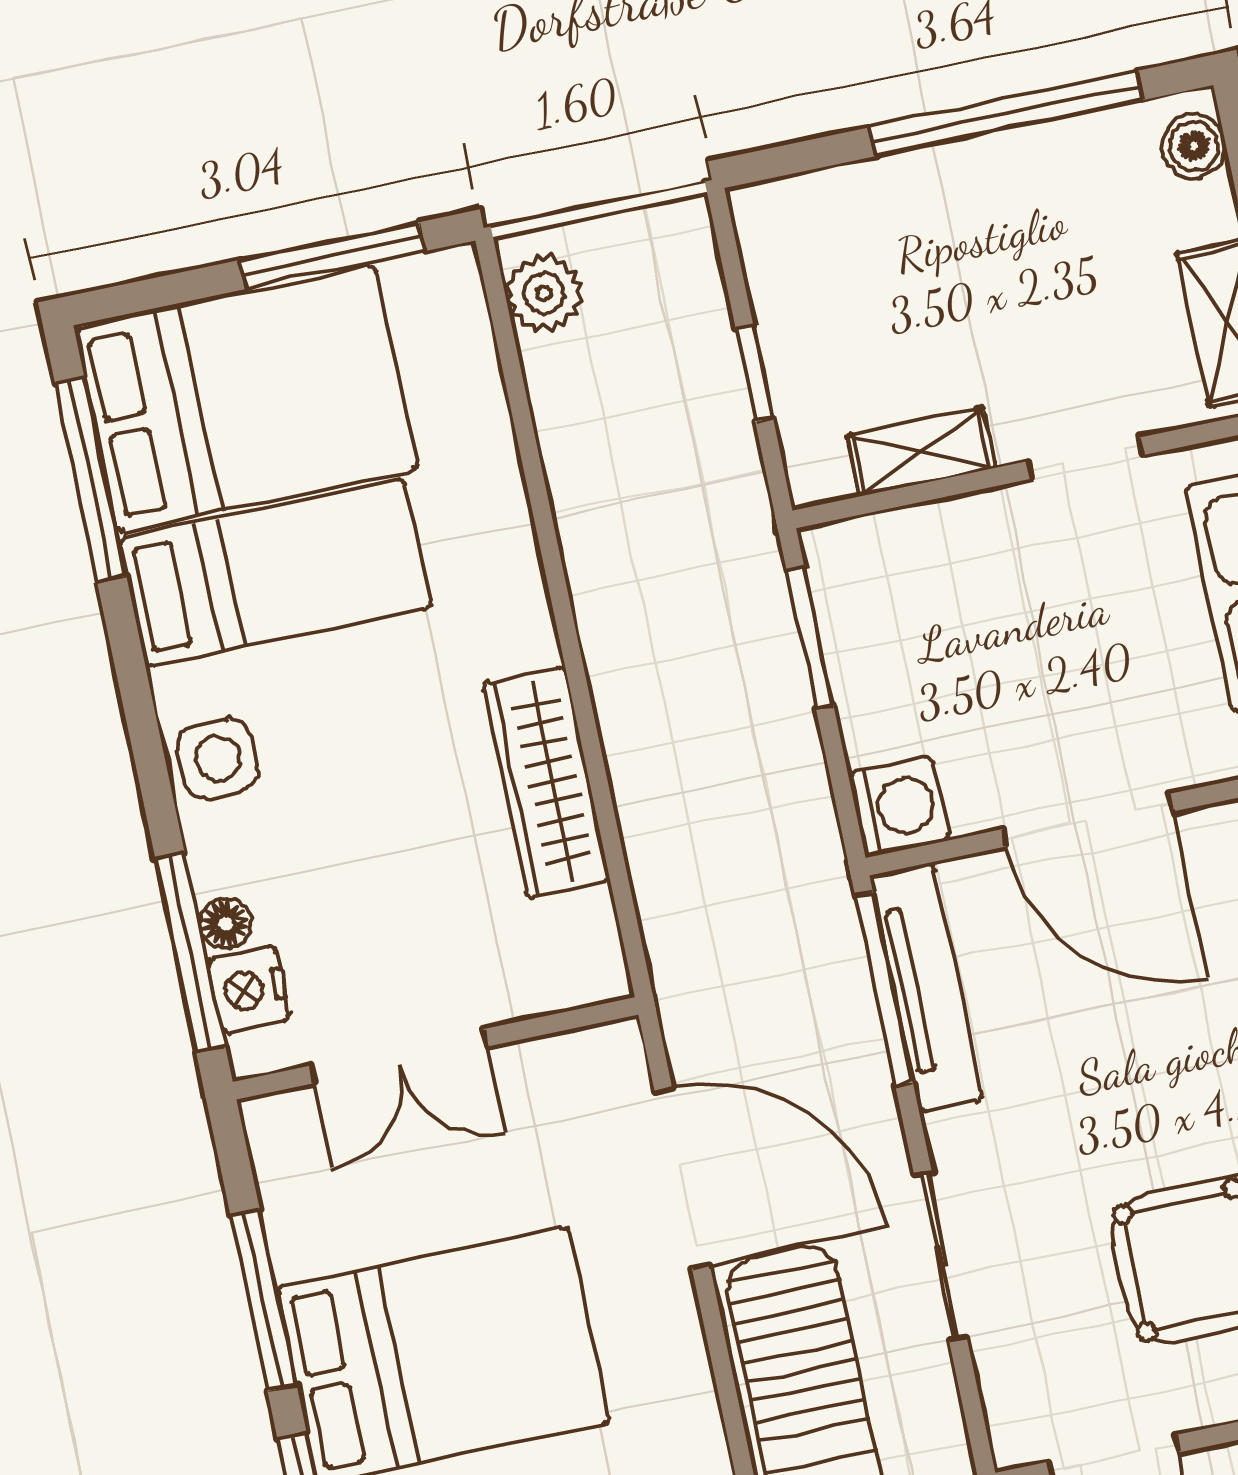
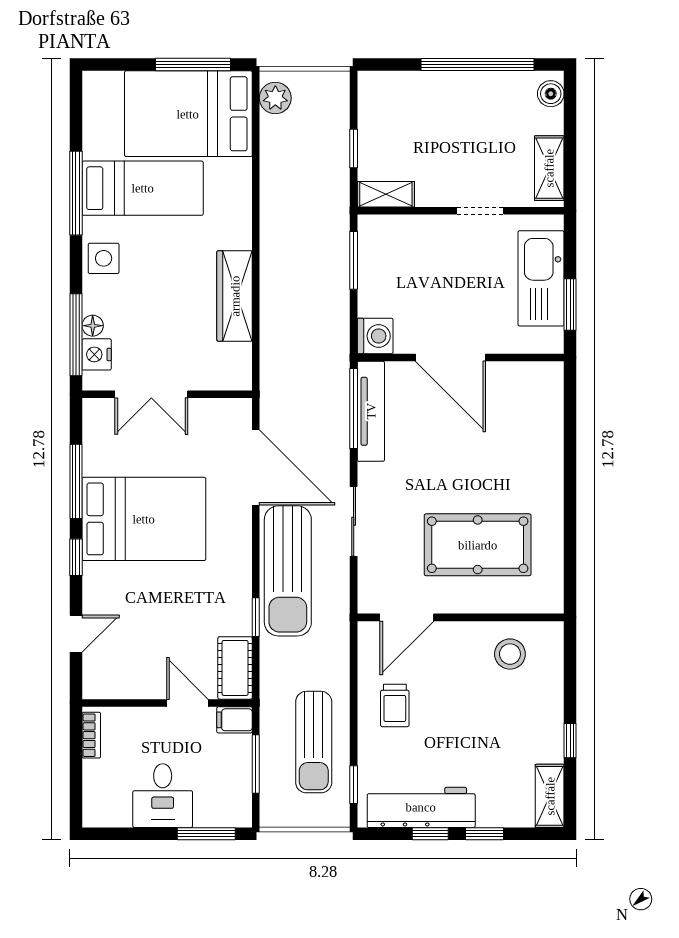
bed: (246, 400) -> (188, 114), moved, turned 180
shelving: (921, 452) -> (386, 194), moved
window: (91, 479) -> (76, 193), moved

